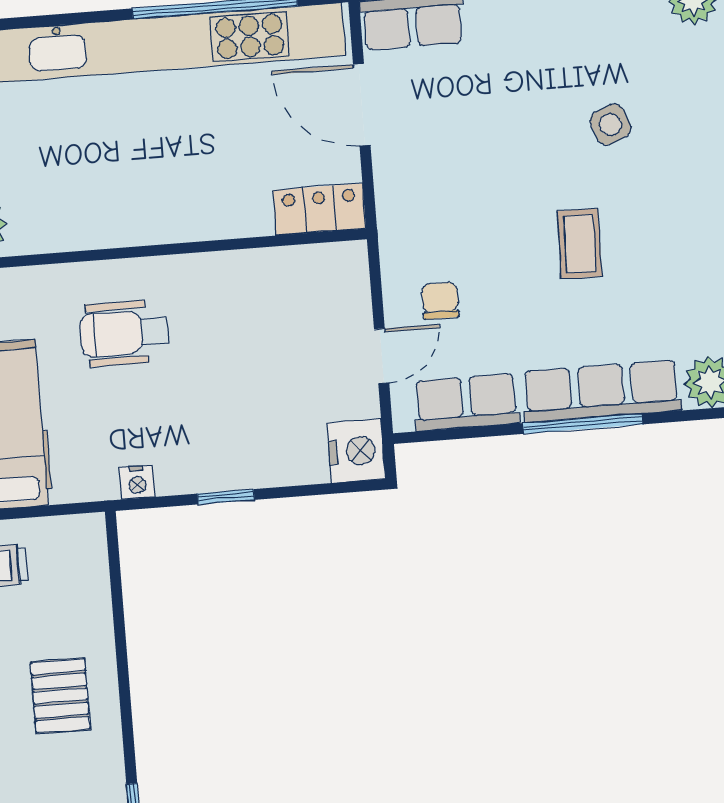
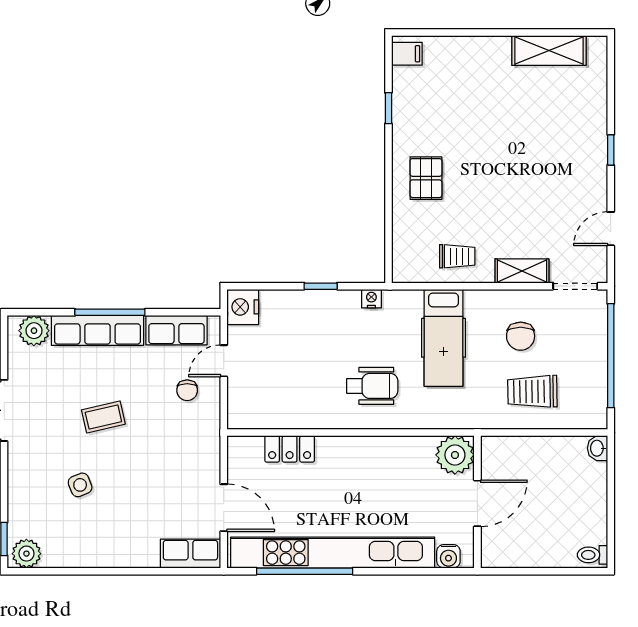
locker: (319, 209) -> (290, 449), moved
coffee table: (580, 244) -> (103, 417), turned 76

